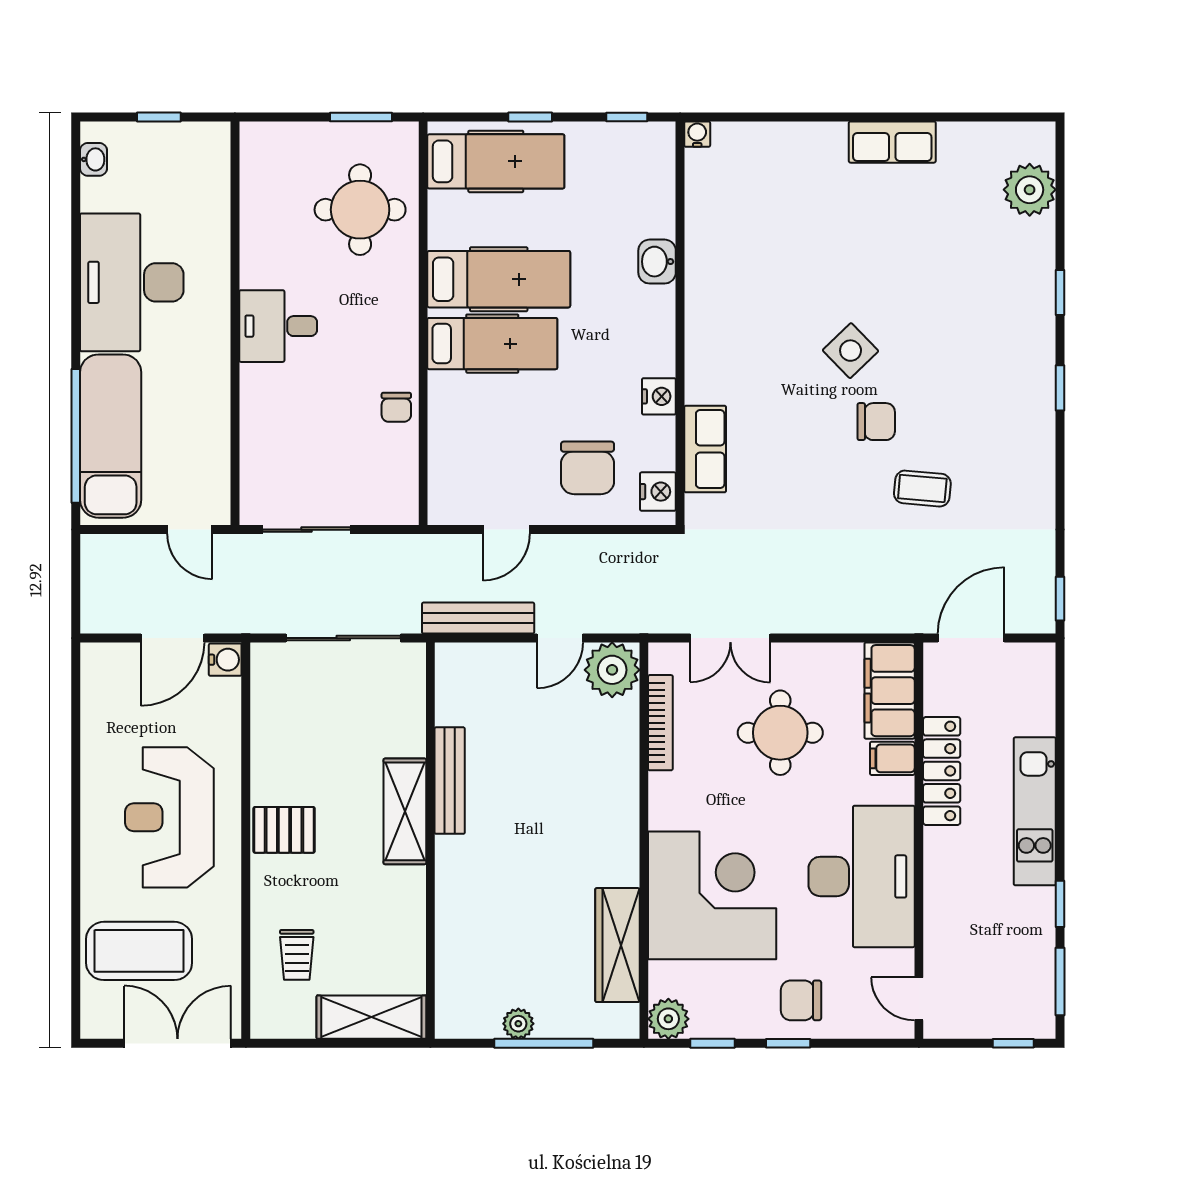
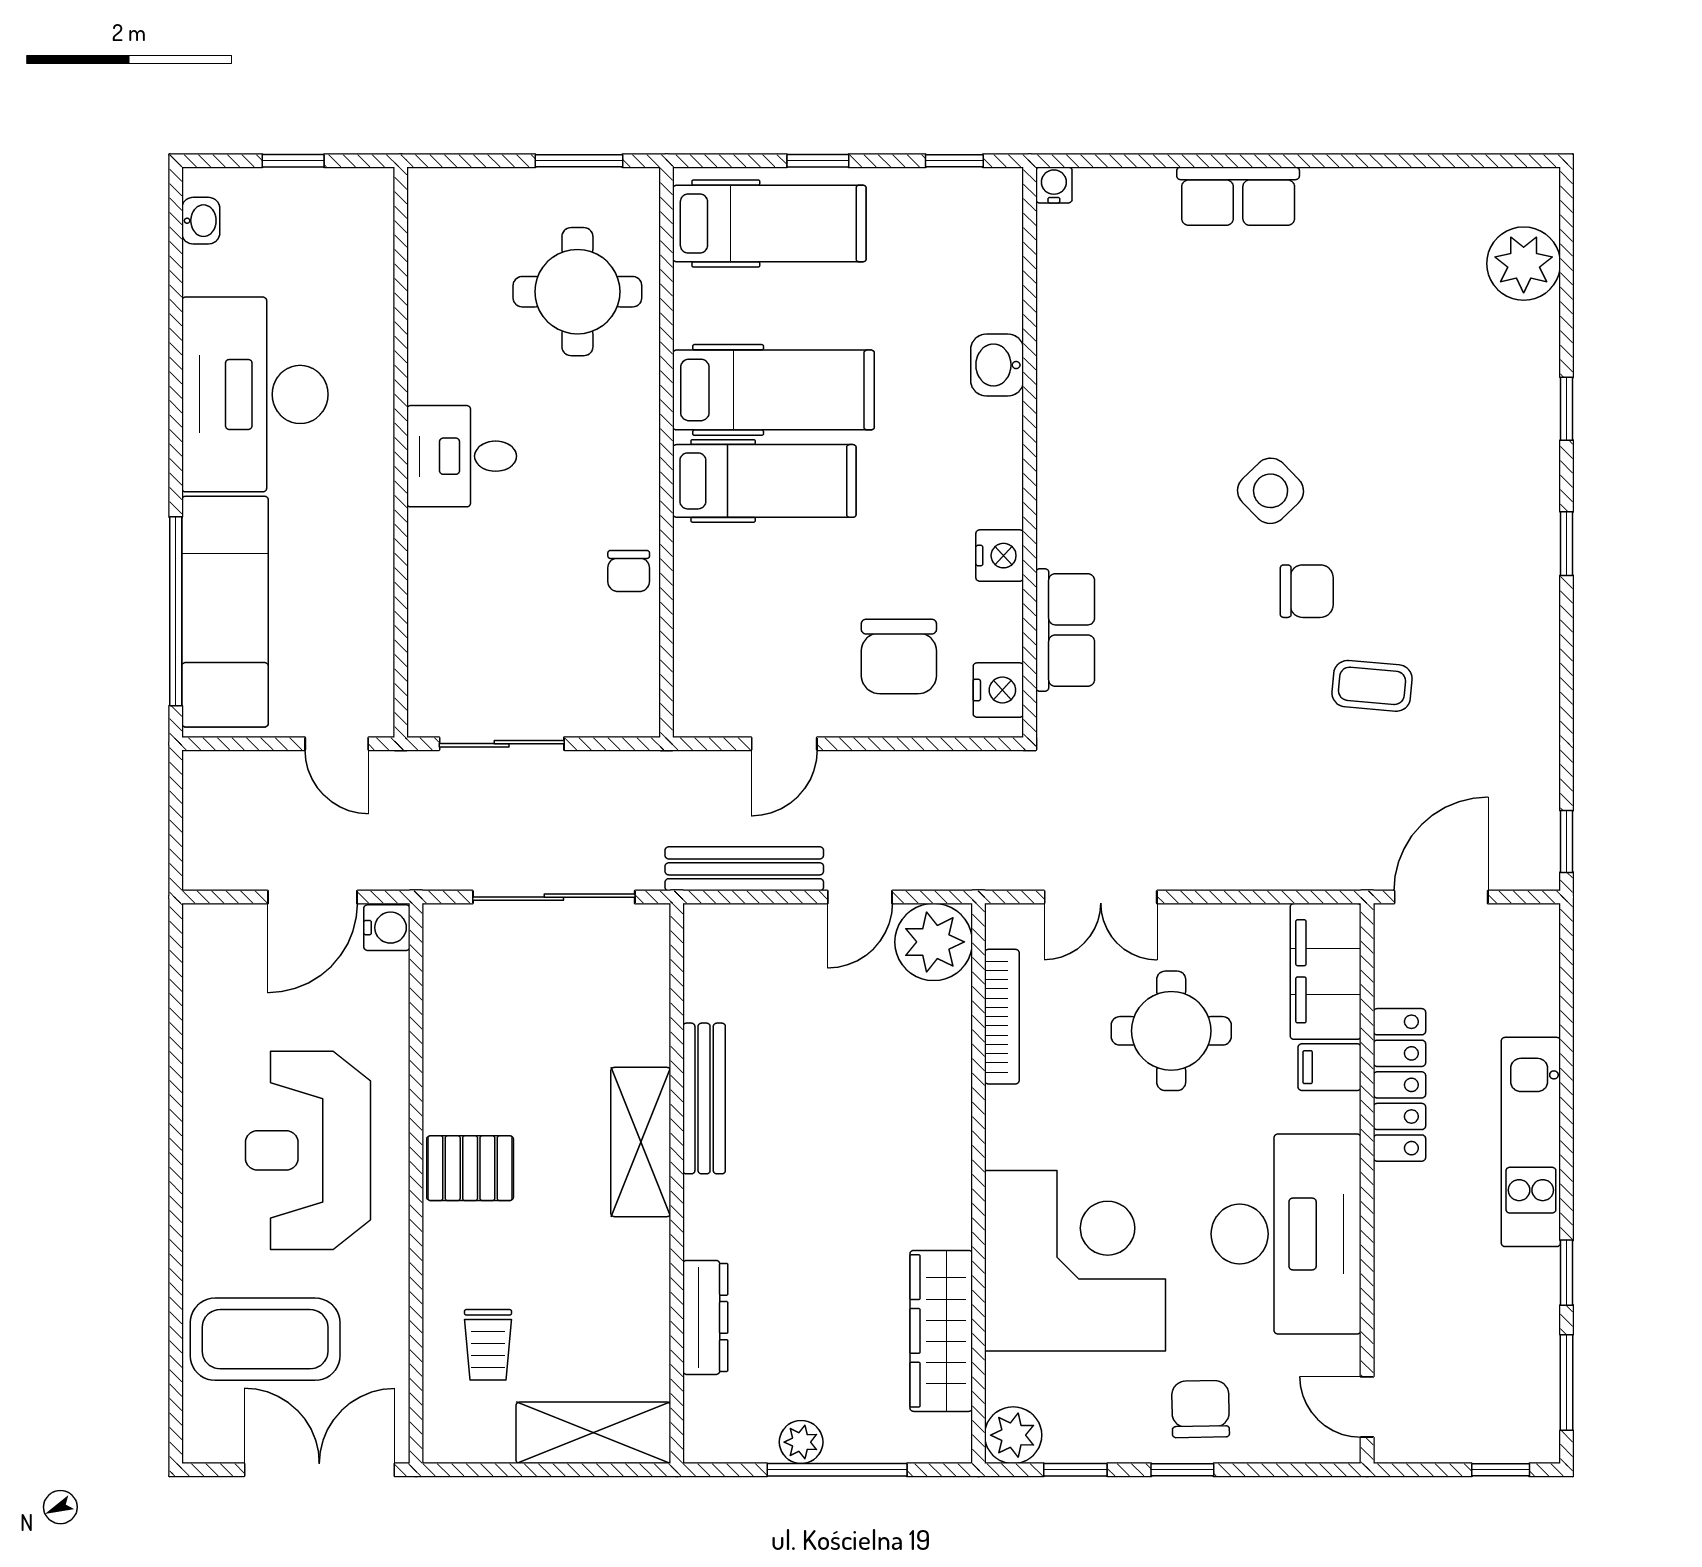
row of seats: (892, 142) -> (1238, 196), moved
dresser: (451, 936) -> (705, 1317), added
chair: (801, 1000) -> (1201, 1409), turned 89

